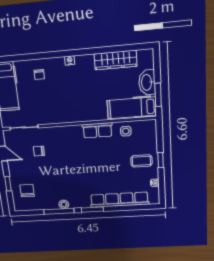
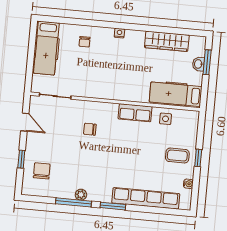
washbasin: (147, 82) -> (198, 64), width x0.52, depth x0.69
window: (158, 95) -> (207, 62), moved
chair: (39, 151) -> (90, 129), moved

